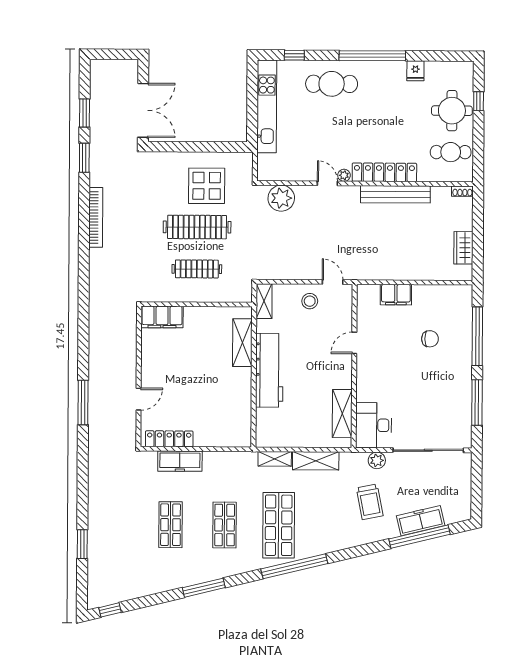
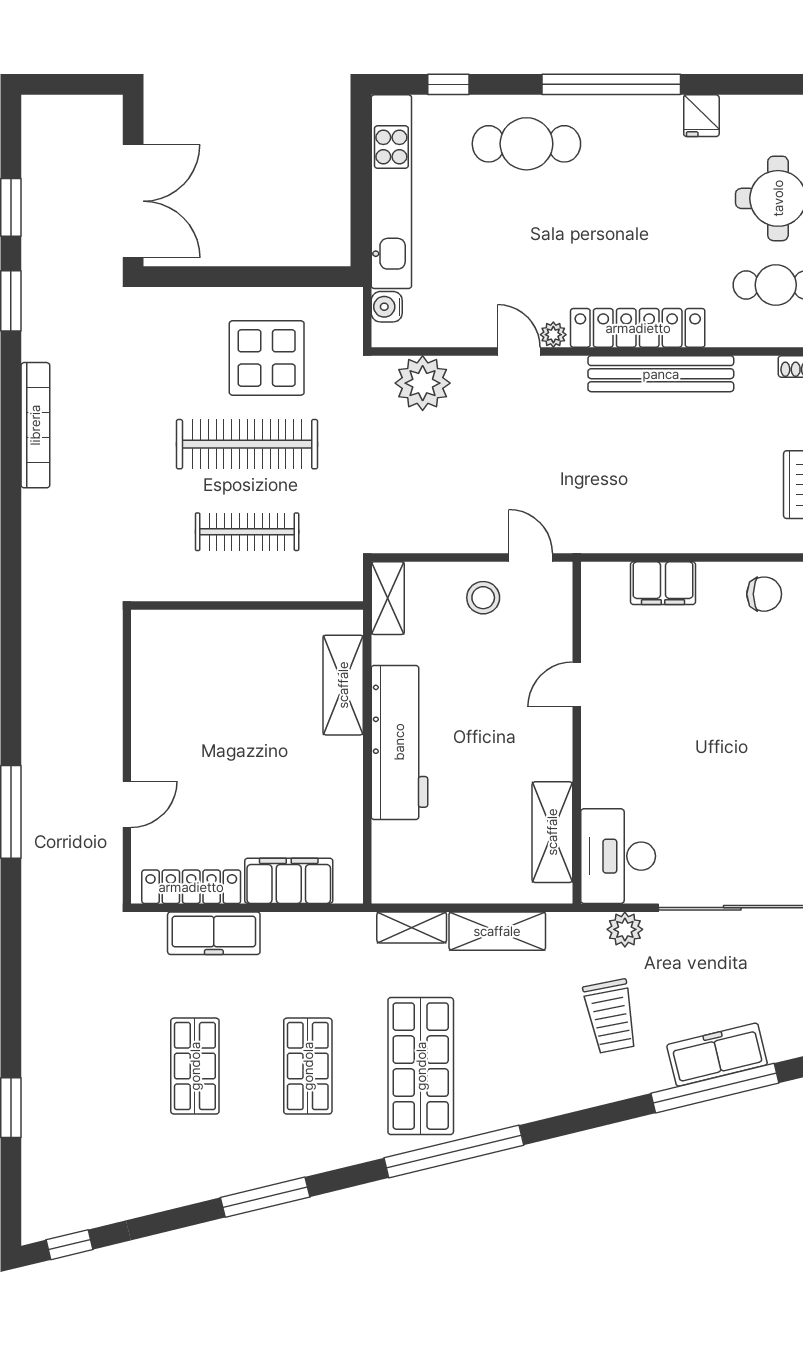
water cooler: (264, 162) -> (387, 307), added
filing cabinet: (162, 317) -> (289, 881), moved, turned 180
chair: (430, 339) -> (764, 594), moved

